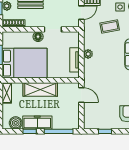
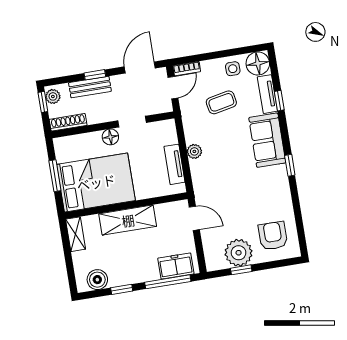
plant: (105, 121) -> (239, 253), added
freezer: (37, 122) -> (176, 266), moved, width x0.71

